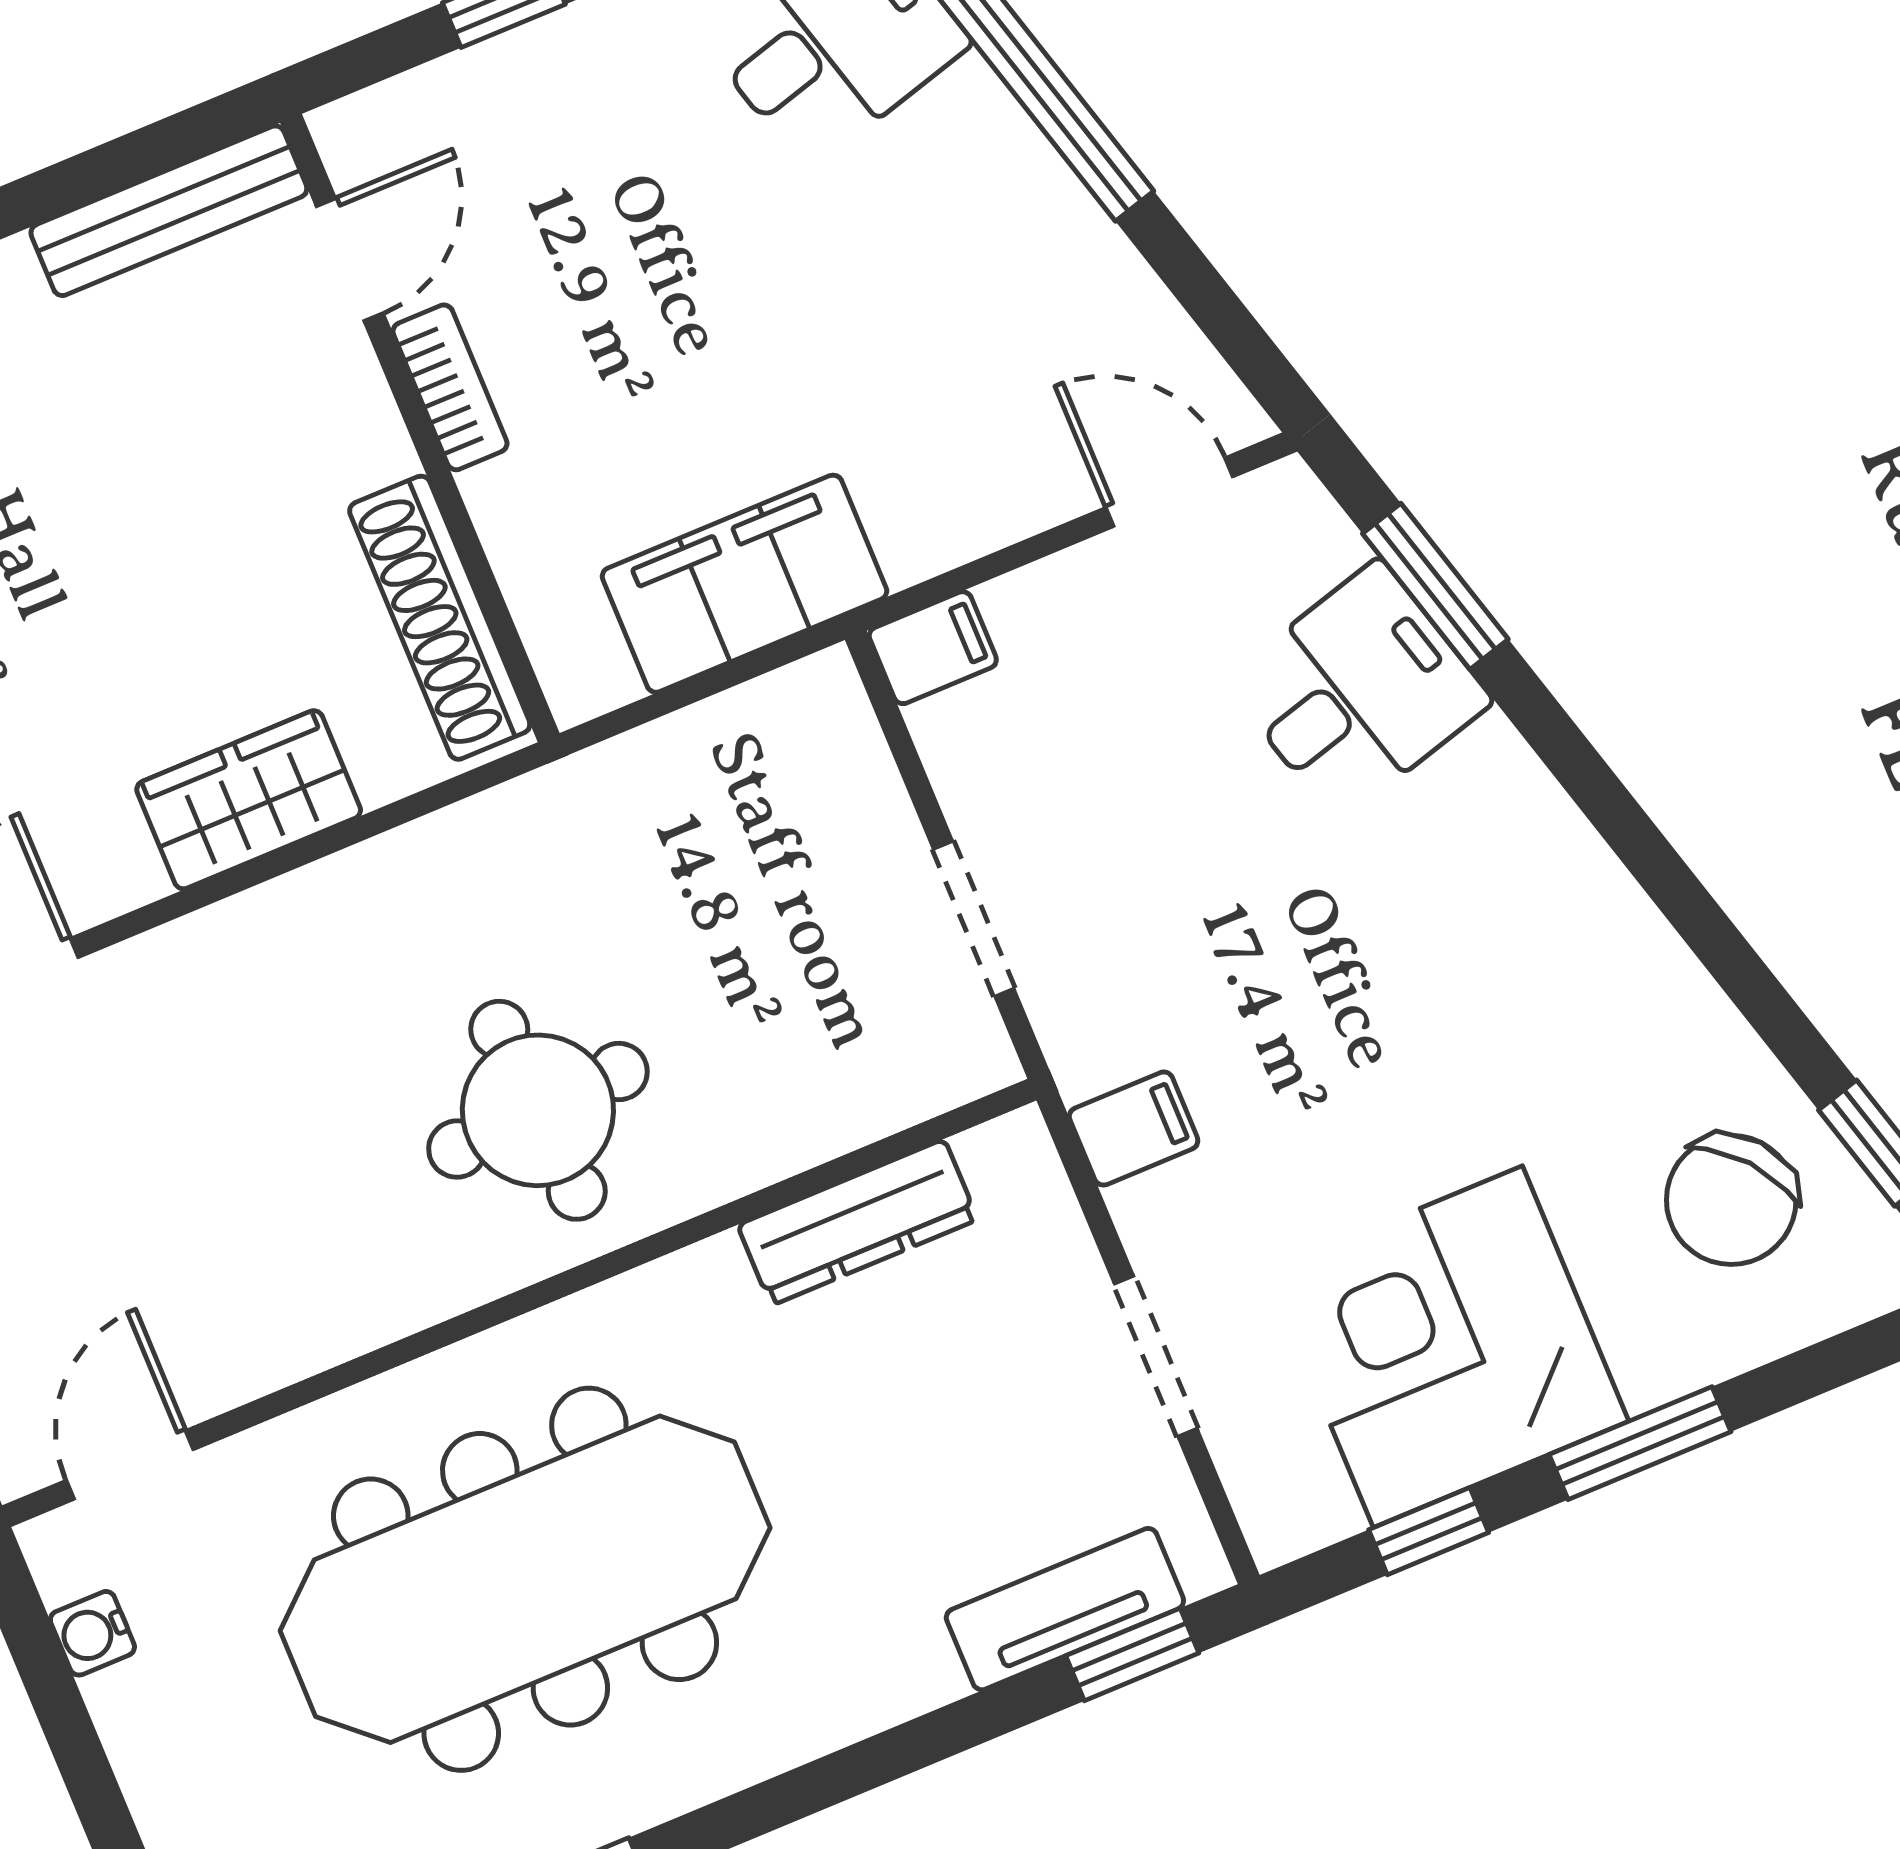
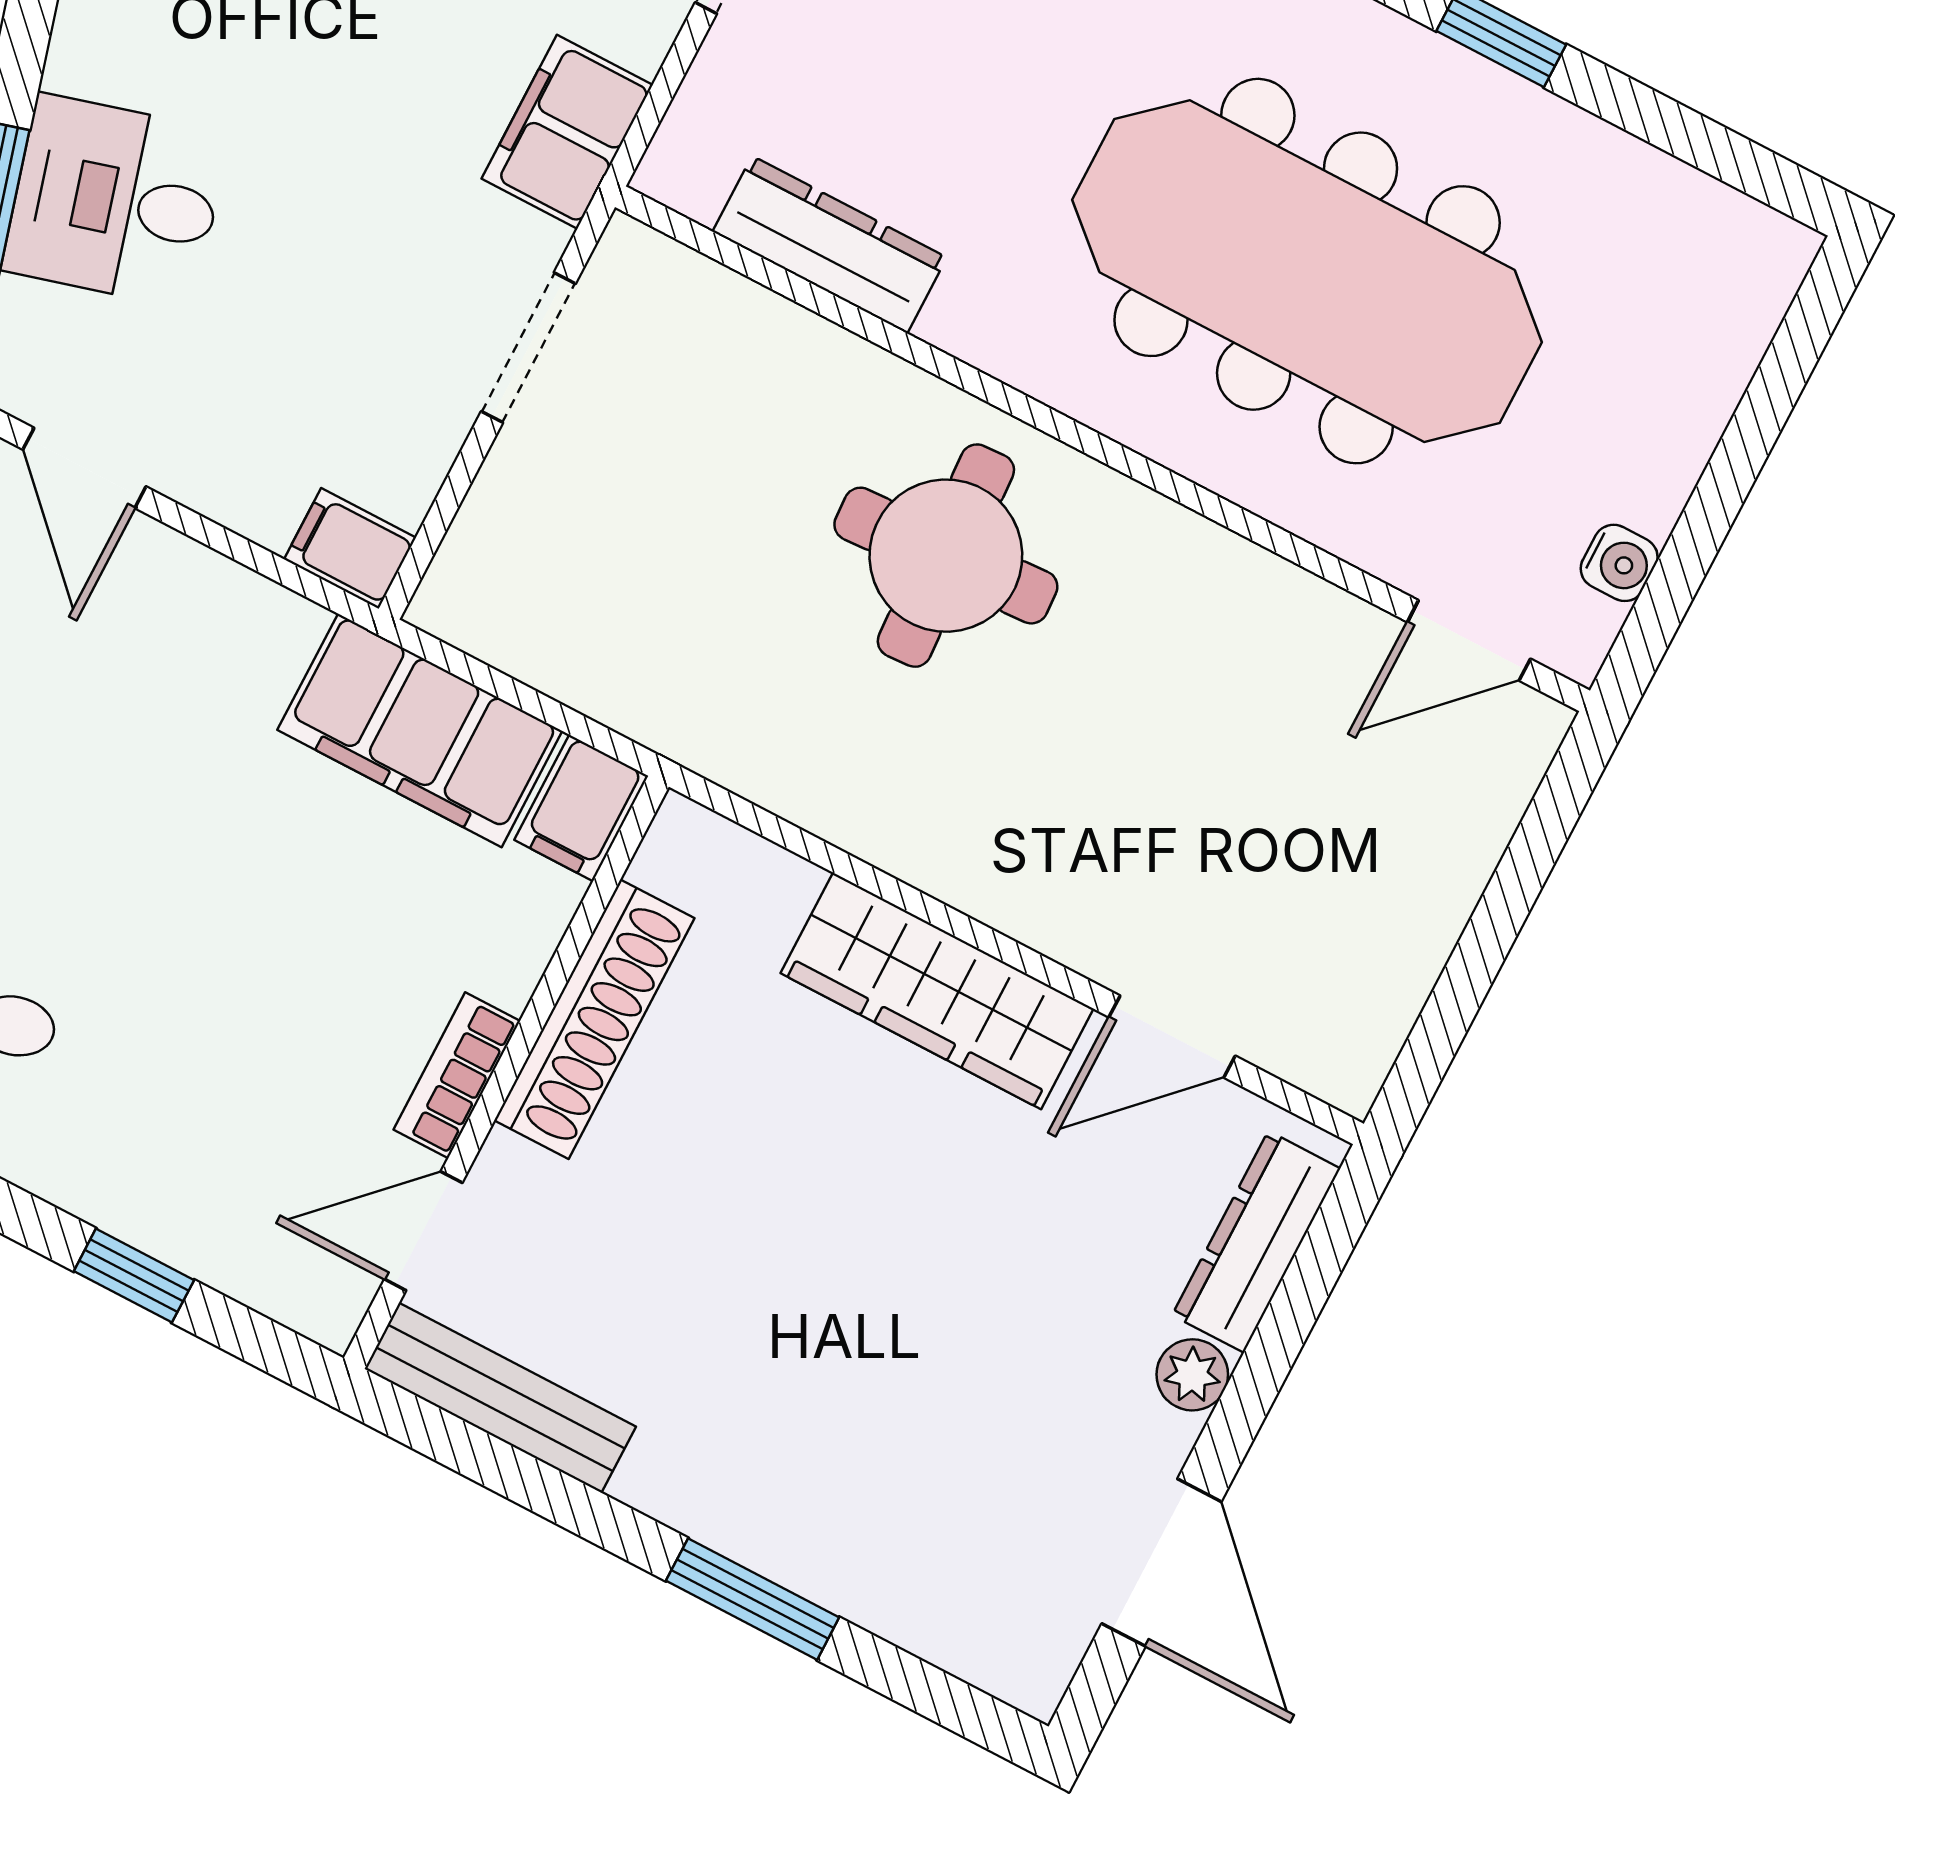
shoe rack: (440, 618) -> (594, 1019), moved
filing cabinet: (578, 660) -> (581, 808), added
wardrobe: (249, 800) -> (937, 991), width x1.50
filing cabinet: (1134, 1129) -> (567, 132), width x2.00

